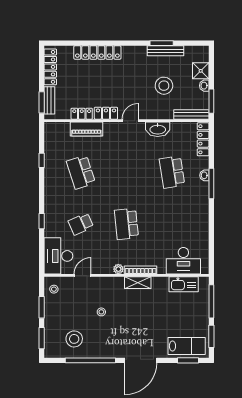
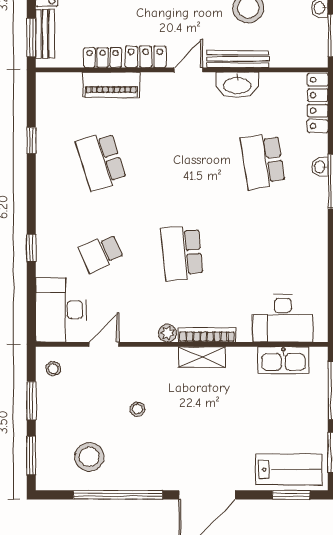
bench: (191, 114) -> (238, 59), moved

